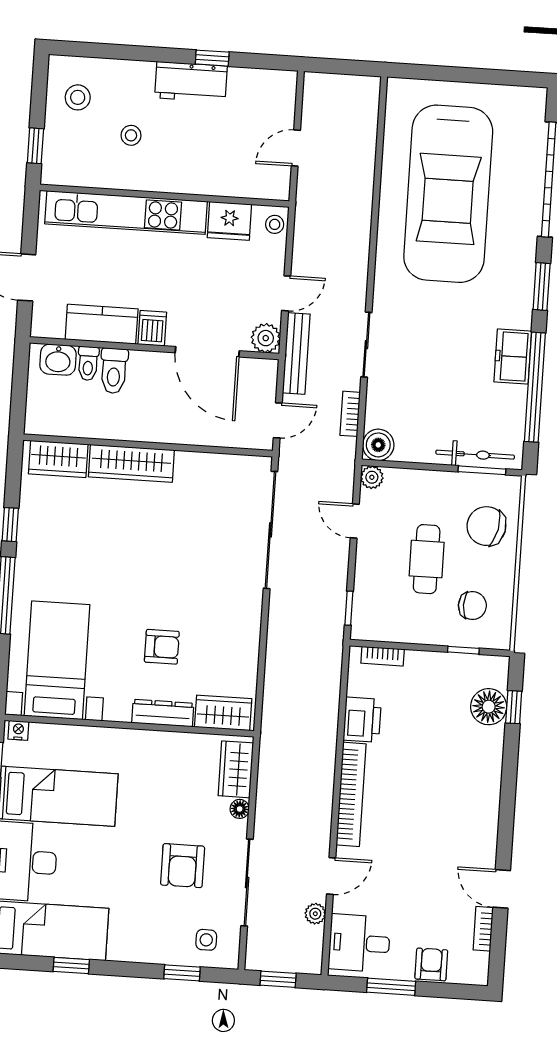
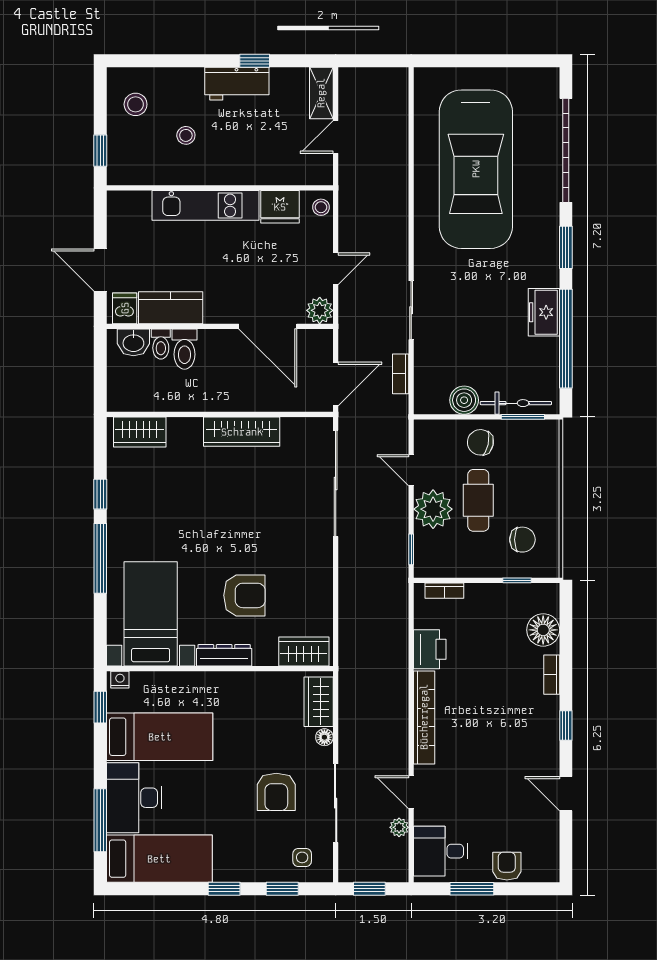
shelving: (283, 98) -> (321, 93), added
kitchen unit: (126, 213) -> (206, 205), width x0.73
dishwasher: (152, 328) -> (125, 308), moved
bench: (296, 353) -> (348, 323), removed
door: (278, 420) -> (336, 384), width x1.38
boiler: (378, 445) -> (464, 400), moved
wardrobe: (131, 463) -> (242, 432), moved
plant: (372, 477) -> (433, 509), moved, width x1.88, depth x1.88
chair: (486, 526) -> (480, 442), moved, width x0.73, depth x0.73
armchair: (162, 647) -> (244, 595), width x1.38, depth x1.38
window: (514, 707) -> (566, 725), moved
dresser: (163, 713) -> (224, 655), moved
door: (331, 876) -> (411, 792), swing flipped
bookcase: (483, 929) -> (552, 675), moved
window: (71, 966) -> (224, 889), moved

